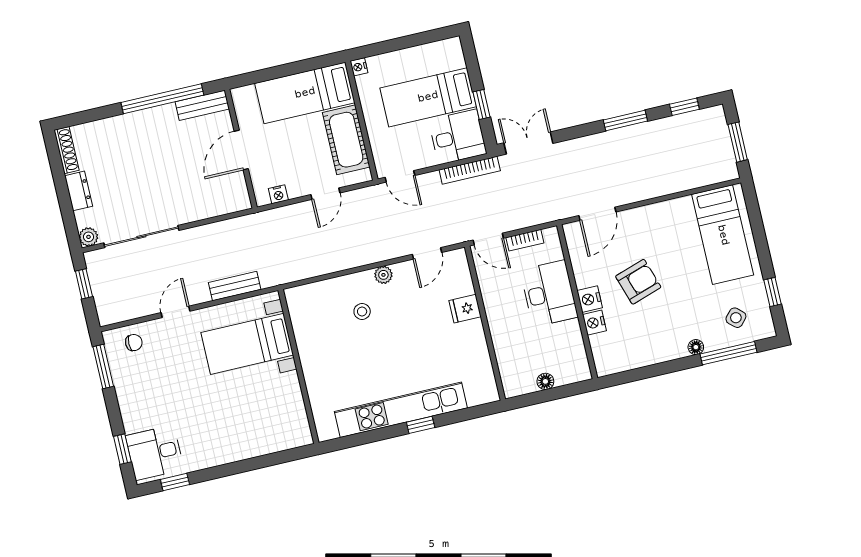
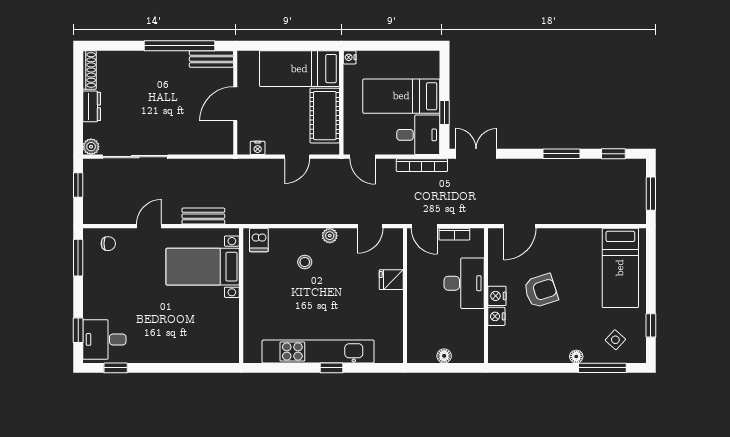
dishwasher: (304, 298) -> (259, 240), added

